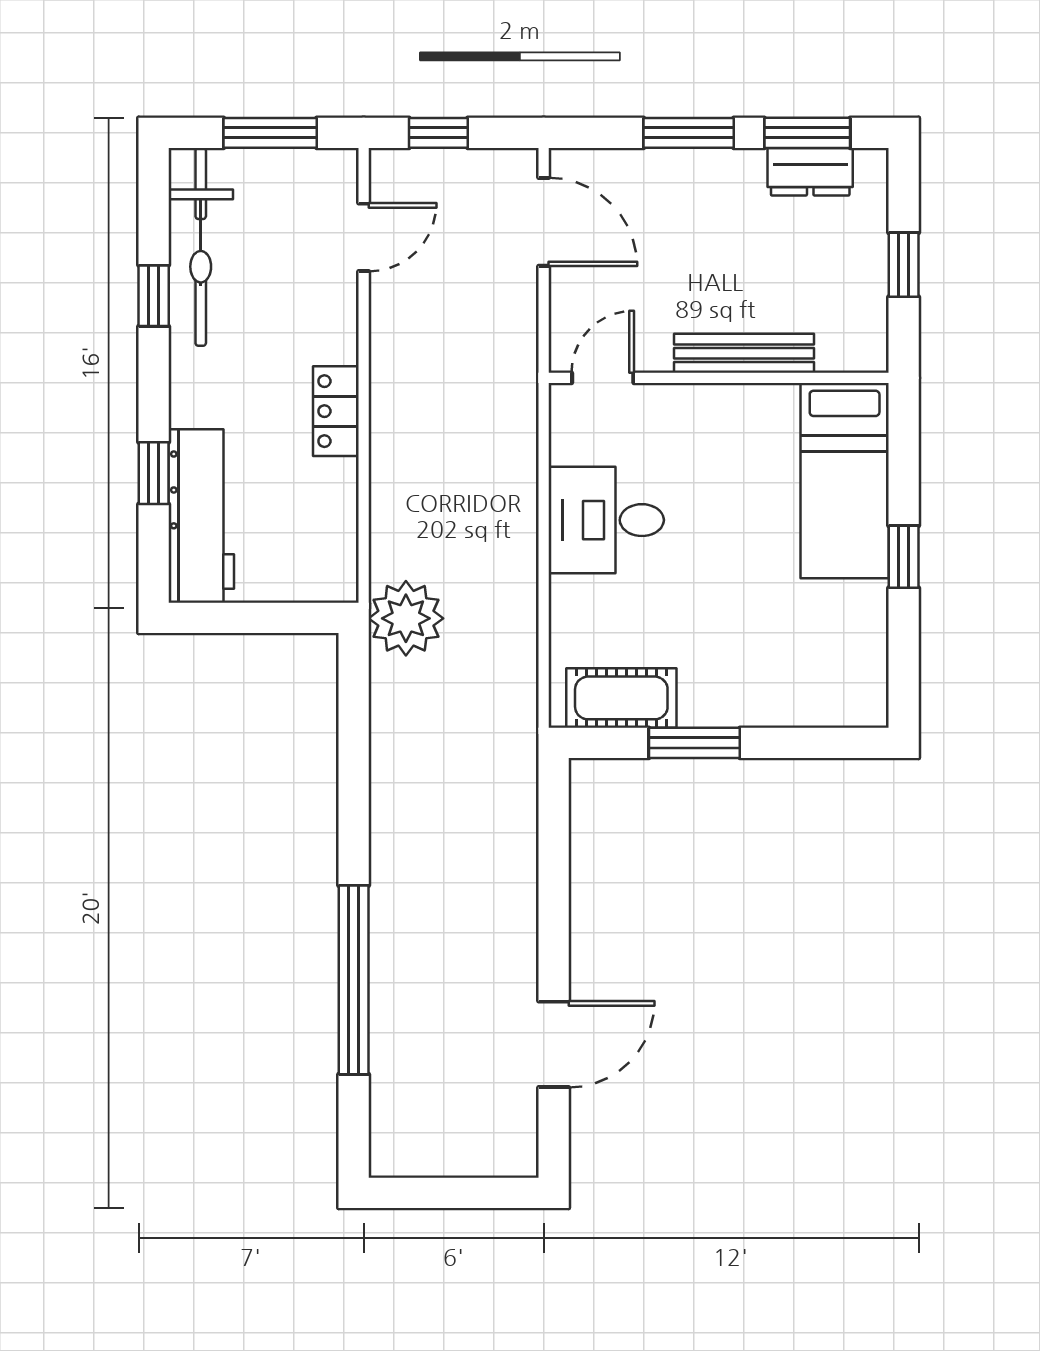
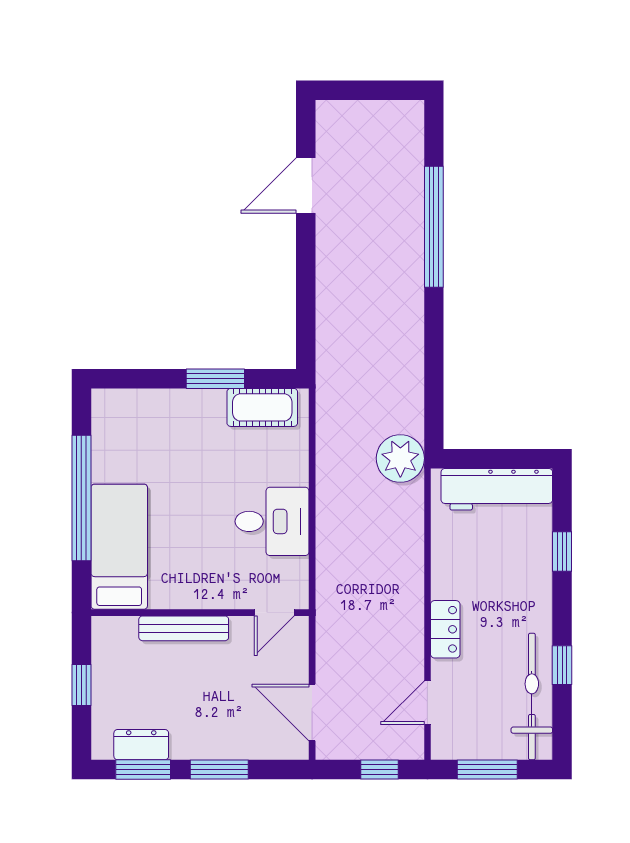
locker: (336, 411) -> (445, 629), moved
workbench: (201, 516) -> (497, 489), moved, turned -90
window: (904, 557) -> (81, 498), width x3.17

